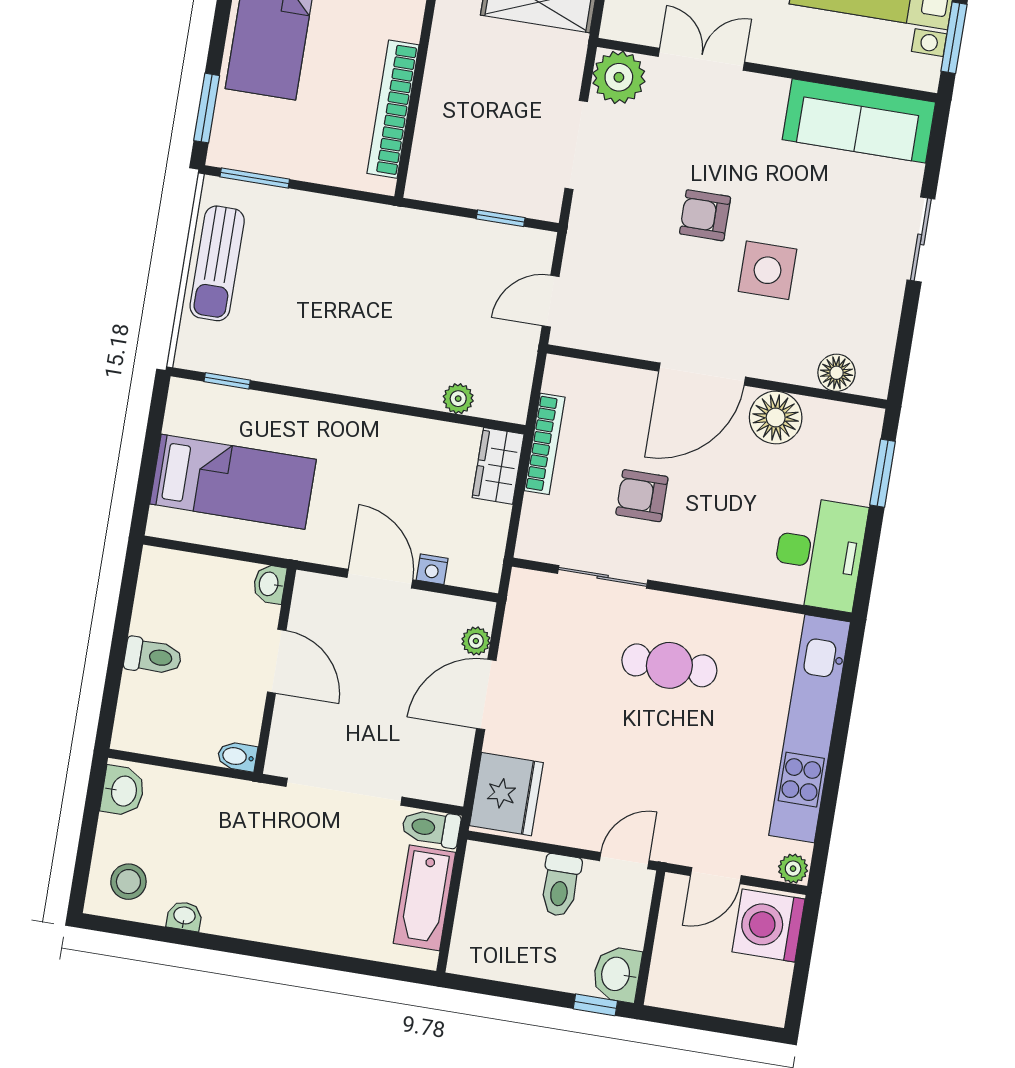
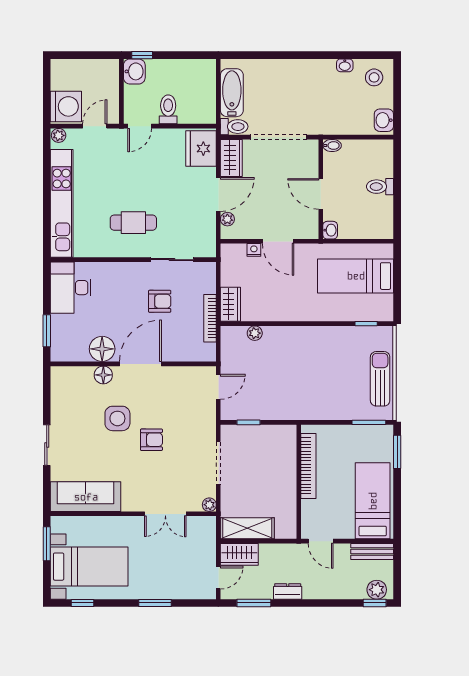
plant: (619, 77) -> (209, 505), width x0.53, depth x0.53
floor lamp: (836, 373) -> (103, 375), moved
wardrobe: (447, 765) -> (231, 158), added

